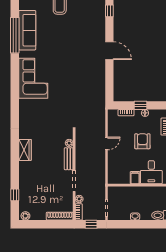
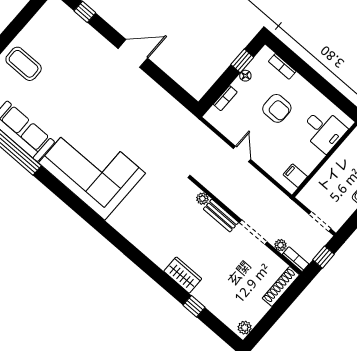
corner sofa: (33, 78) -> (92, 168), width x1.36, depth x1.36
window: (141, 105) -> (242, 61), moved
armchair: (142, 141) -> (277, 108), turned 180
wardrobe: (25, 150) -> (183, 275), moved
filing cabinet: (135, 178) -> (295, 176), moved
window: (15, 195) -> (194, 306), moved

